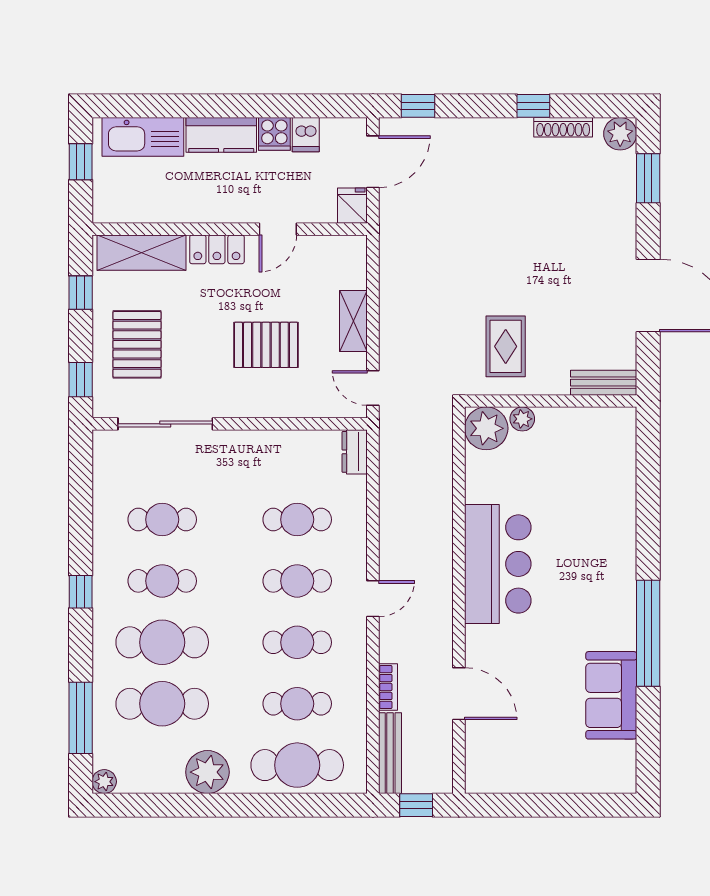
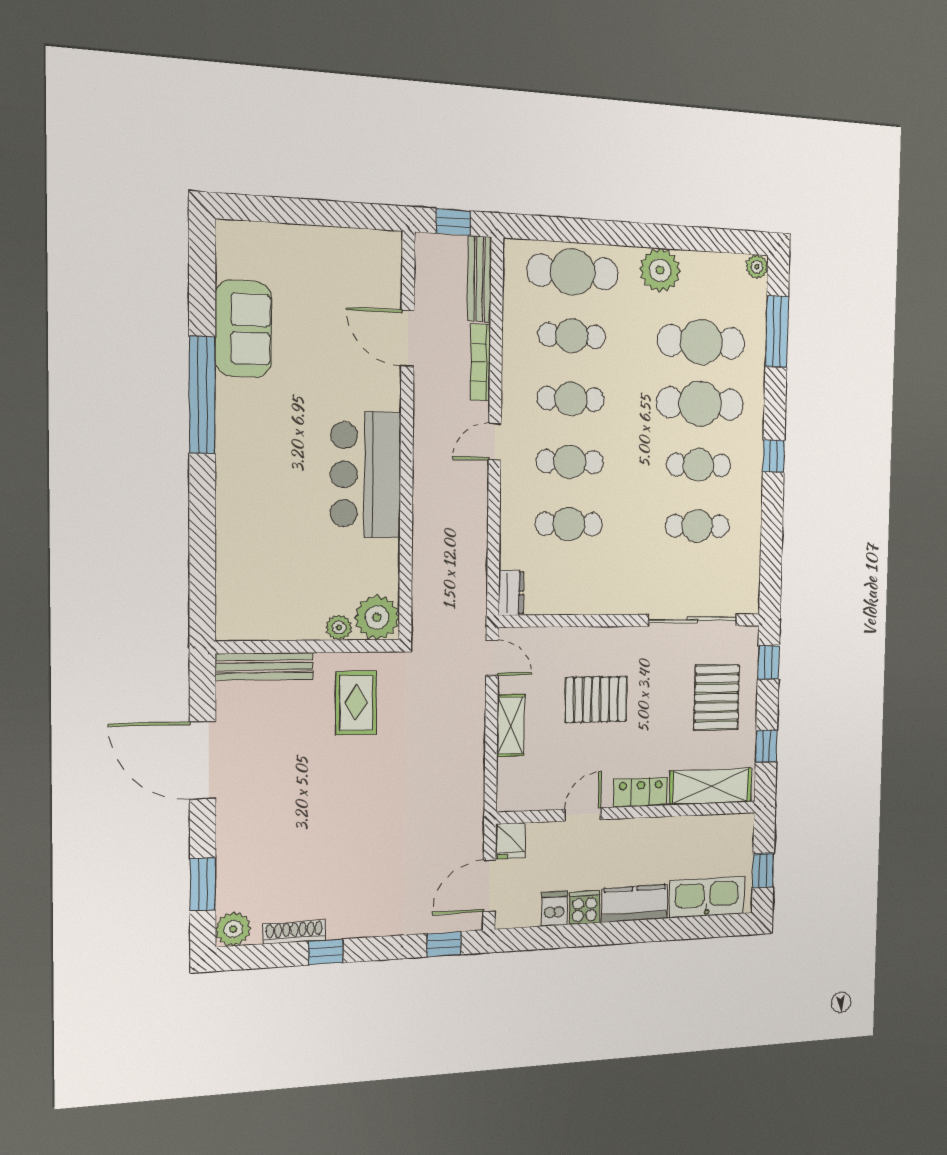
bench: (604, 383) -> (265, 666), width x1.36
bookcase: (388, 687) -> (481, 362), width x1.56

